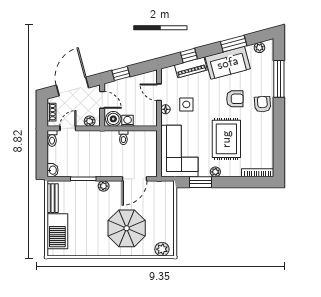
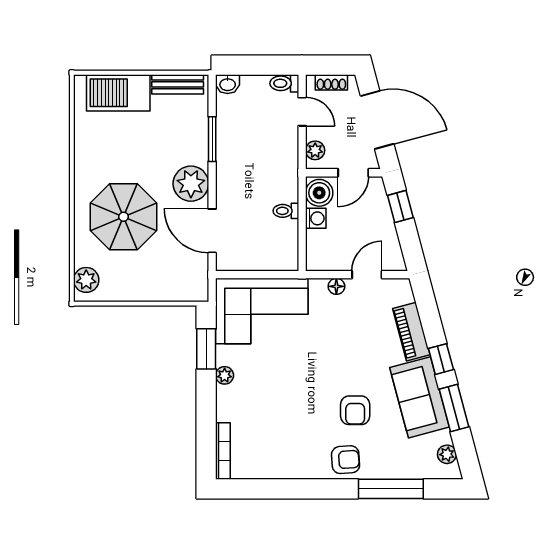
window: (189, 55) -> (441, 359), moved
side table: (186, 104) -> (345, 324), removed
rug: (226, 139) -> (284, 395), removed
plant: (104, 186) -> (191, 184), width x1.88, depth x1.88

